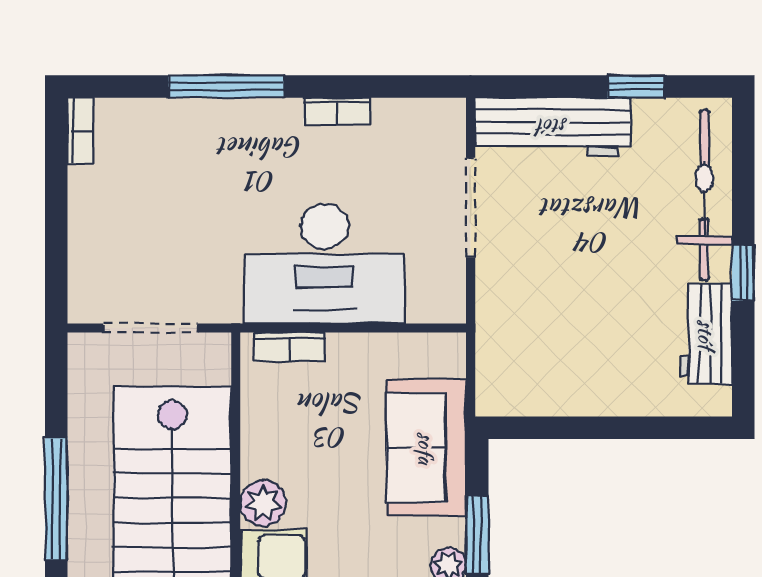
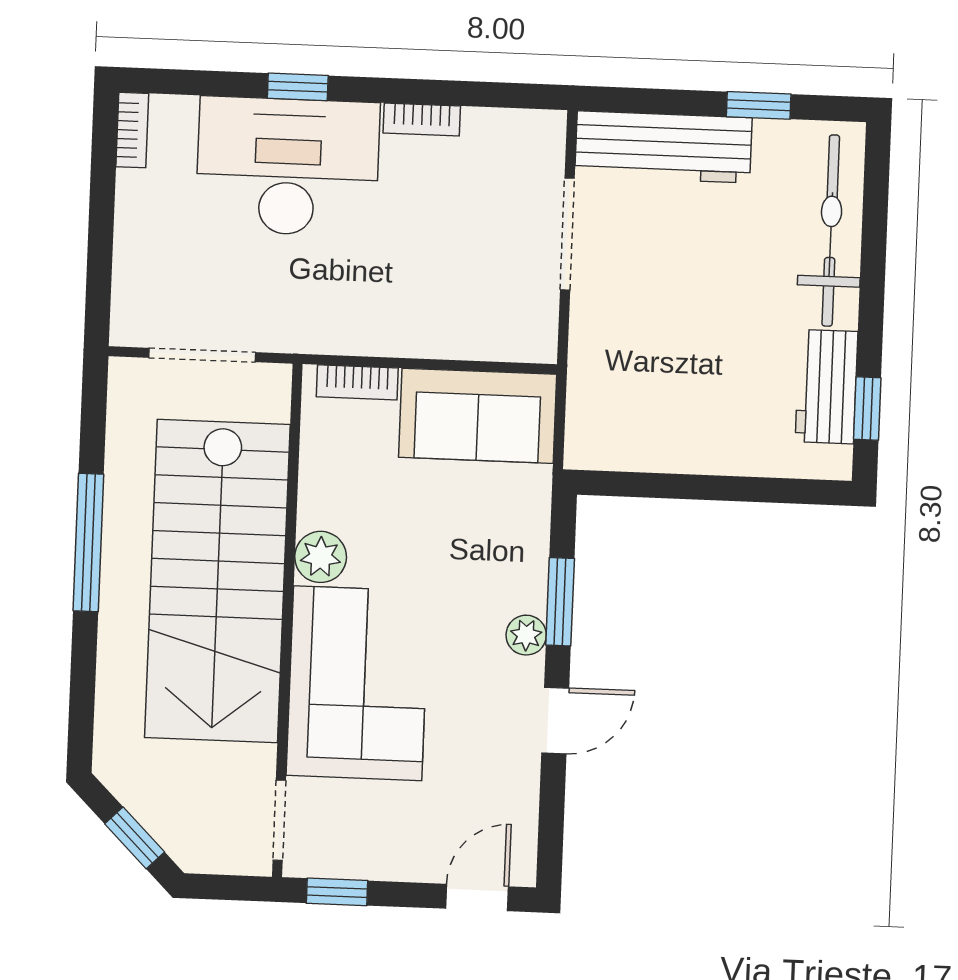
window: (226, 86) -> (298, 87), width x0.46
desk: (324, 264) -> (288, 166), moved, turned 180
window: (743, 273) -> (867, 409), moved
sofa: (426, 448) -> (478, 416), moved, turned -90

